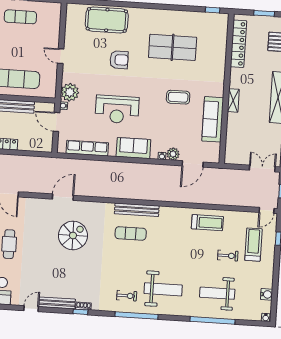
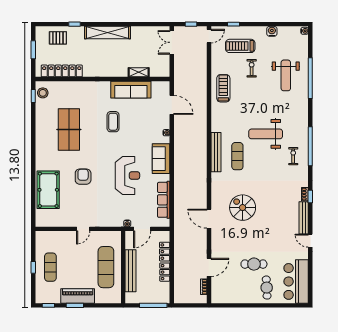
stool: (215, 21) -> (43, 93), added
plant: (70, 92) -> (115, 219), removed
shelving: (233, 100) -> (139, 72), moved
locker: (29, 145) -> (165, 252), added
plant: (173, 154) -> (164, 123), removed
door: (267, 210) -> (209, 36), hinge flipped
weight bench: (163, 289) -> (266, 134), moved, turned -90
water cooler: (267, 294) -> (272, 31), moved

